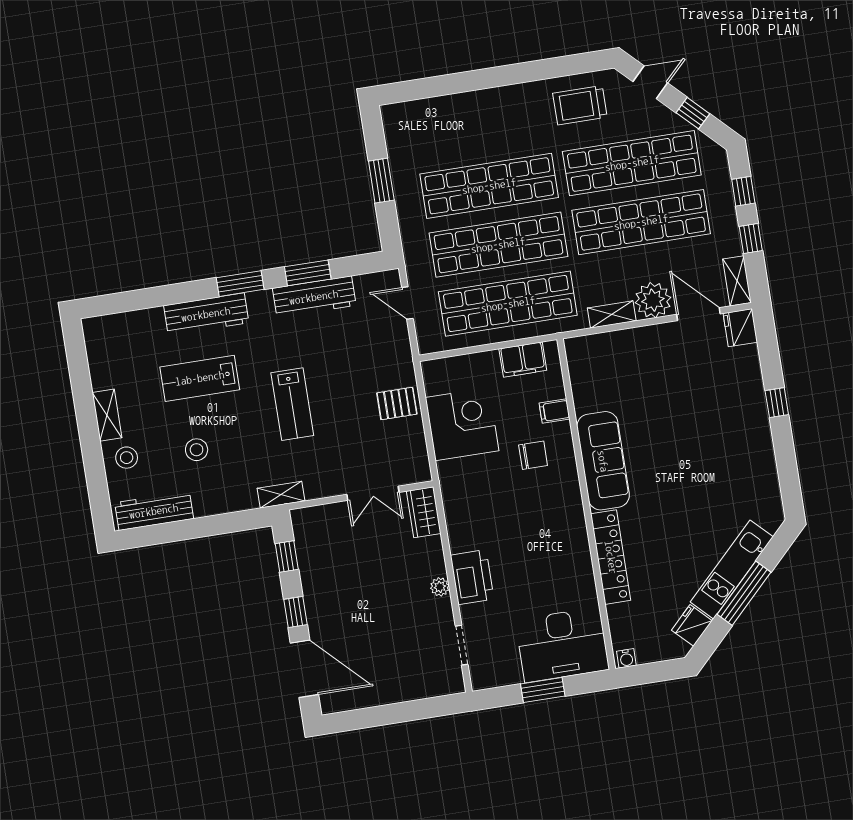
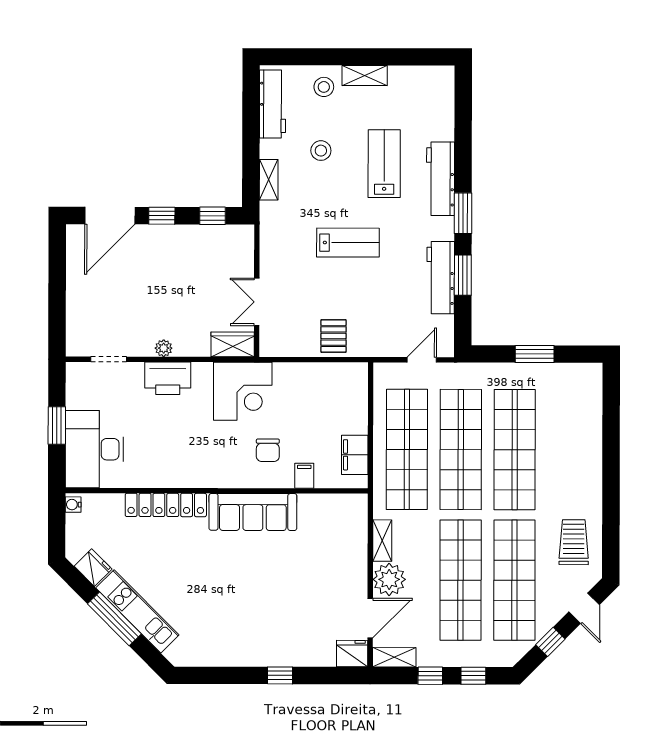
lab bench: (292, 404) -> (348, 243), turned 180
corner desk: (462, 424) -> (243, 391), moved
shelving: (281, 495) -> (269, 180), moved

